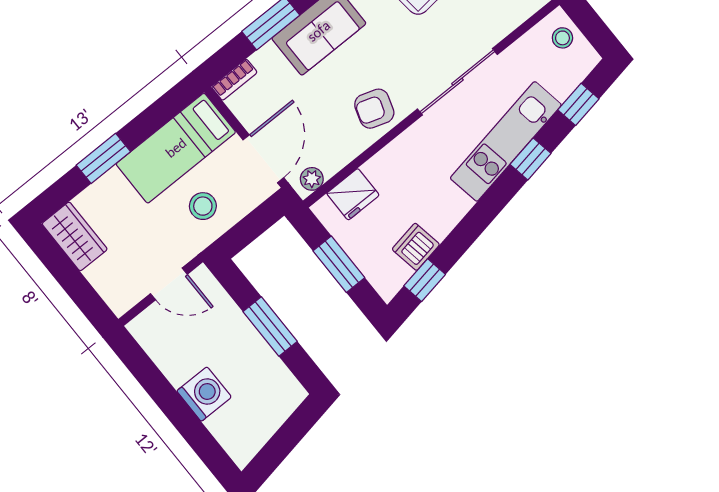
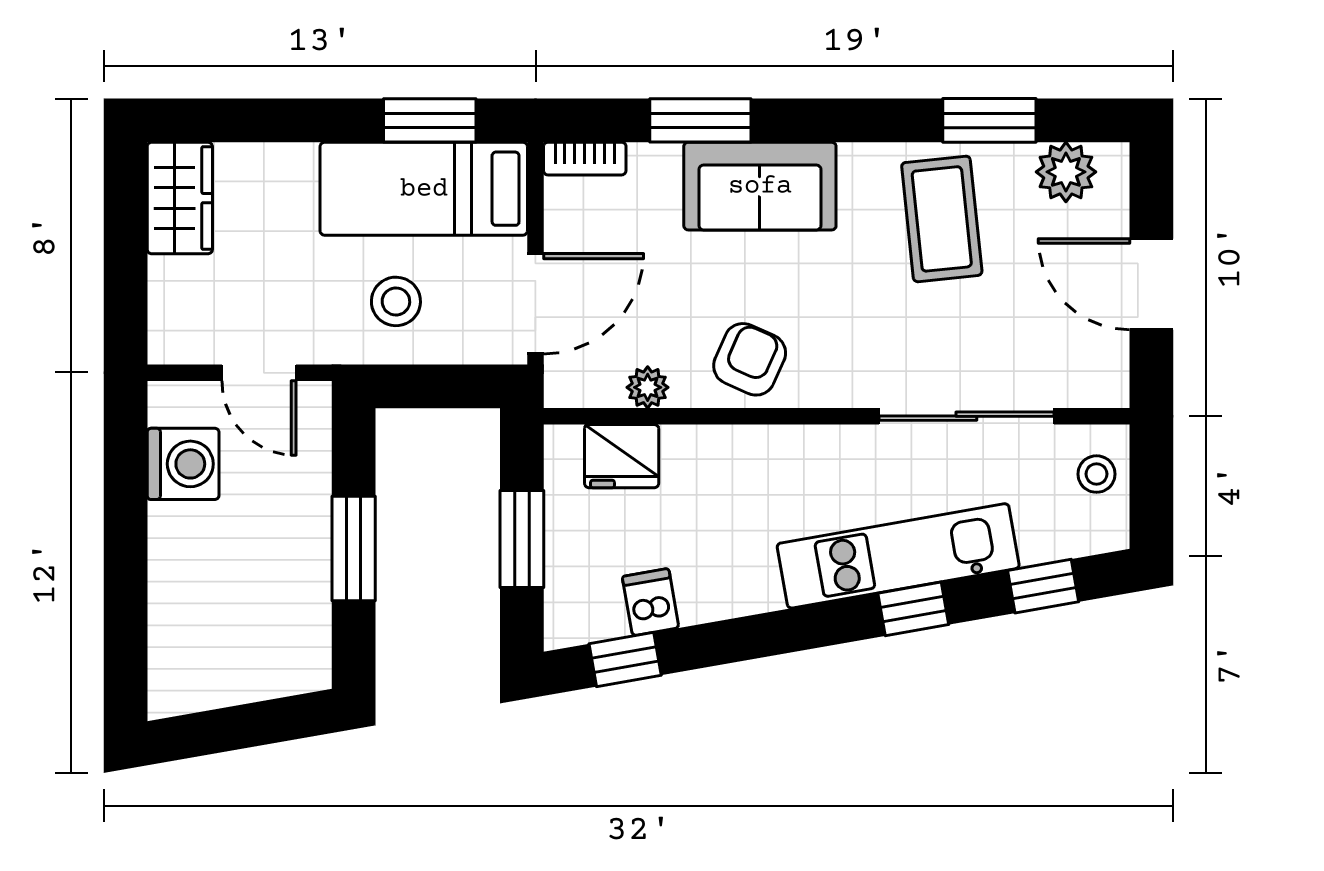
sliding door: (457, 82) -> (966, 416), moved
armchair: (374, 109) -> (750, 359), turned 96
window: (103, 158) -> (430, 120), moved
plant: (312, 179) -> (648, 387), moved
dishwasher: (416, 247) -> (651, 602), width x0.73
washing machine: (204, 394) -> (183, 464), moved

